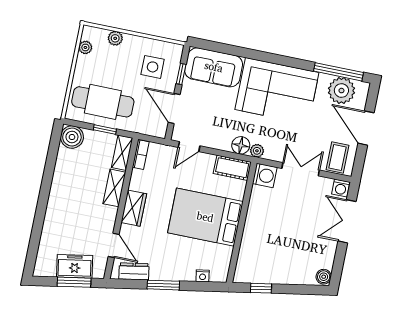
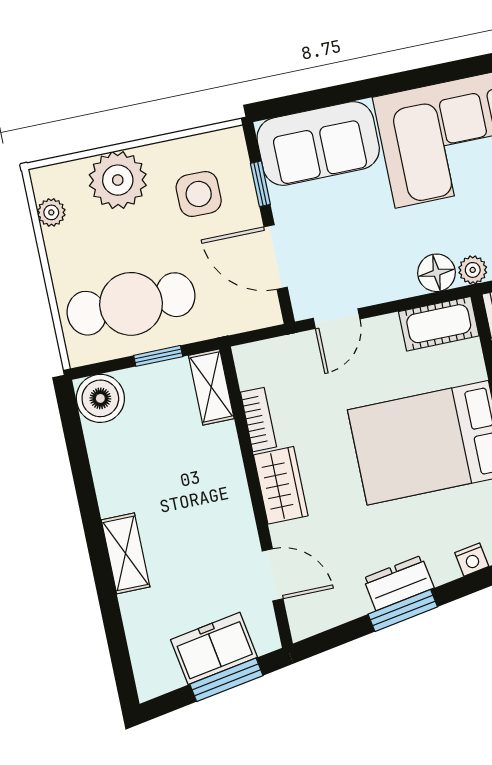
plant: (115, 38) -> (118, 180), width x1.87, depth x1.87
bookcase: (141, 155) -> (258, 420), moved
shelving: (114, 188) -> (126, 553), moved
dresser: (134, 271) -> (399, 583), moved

